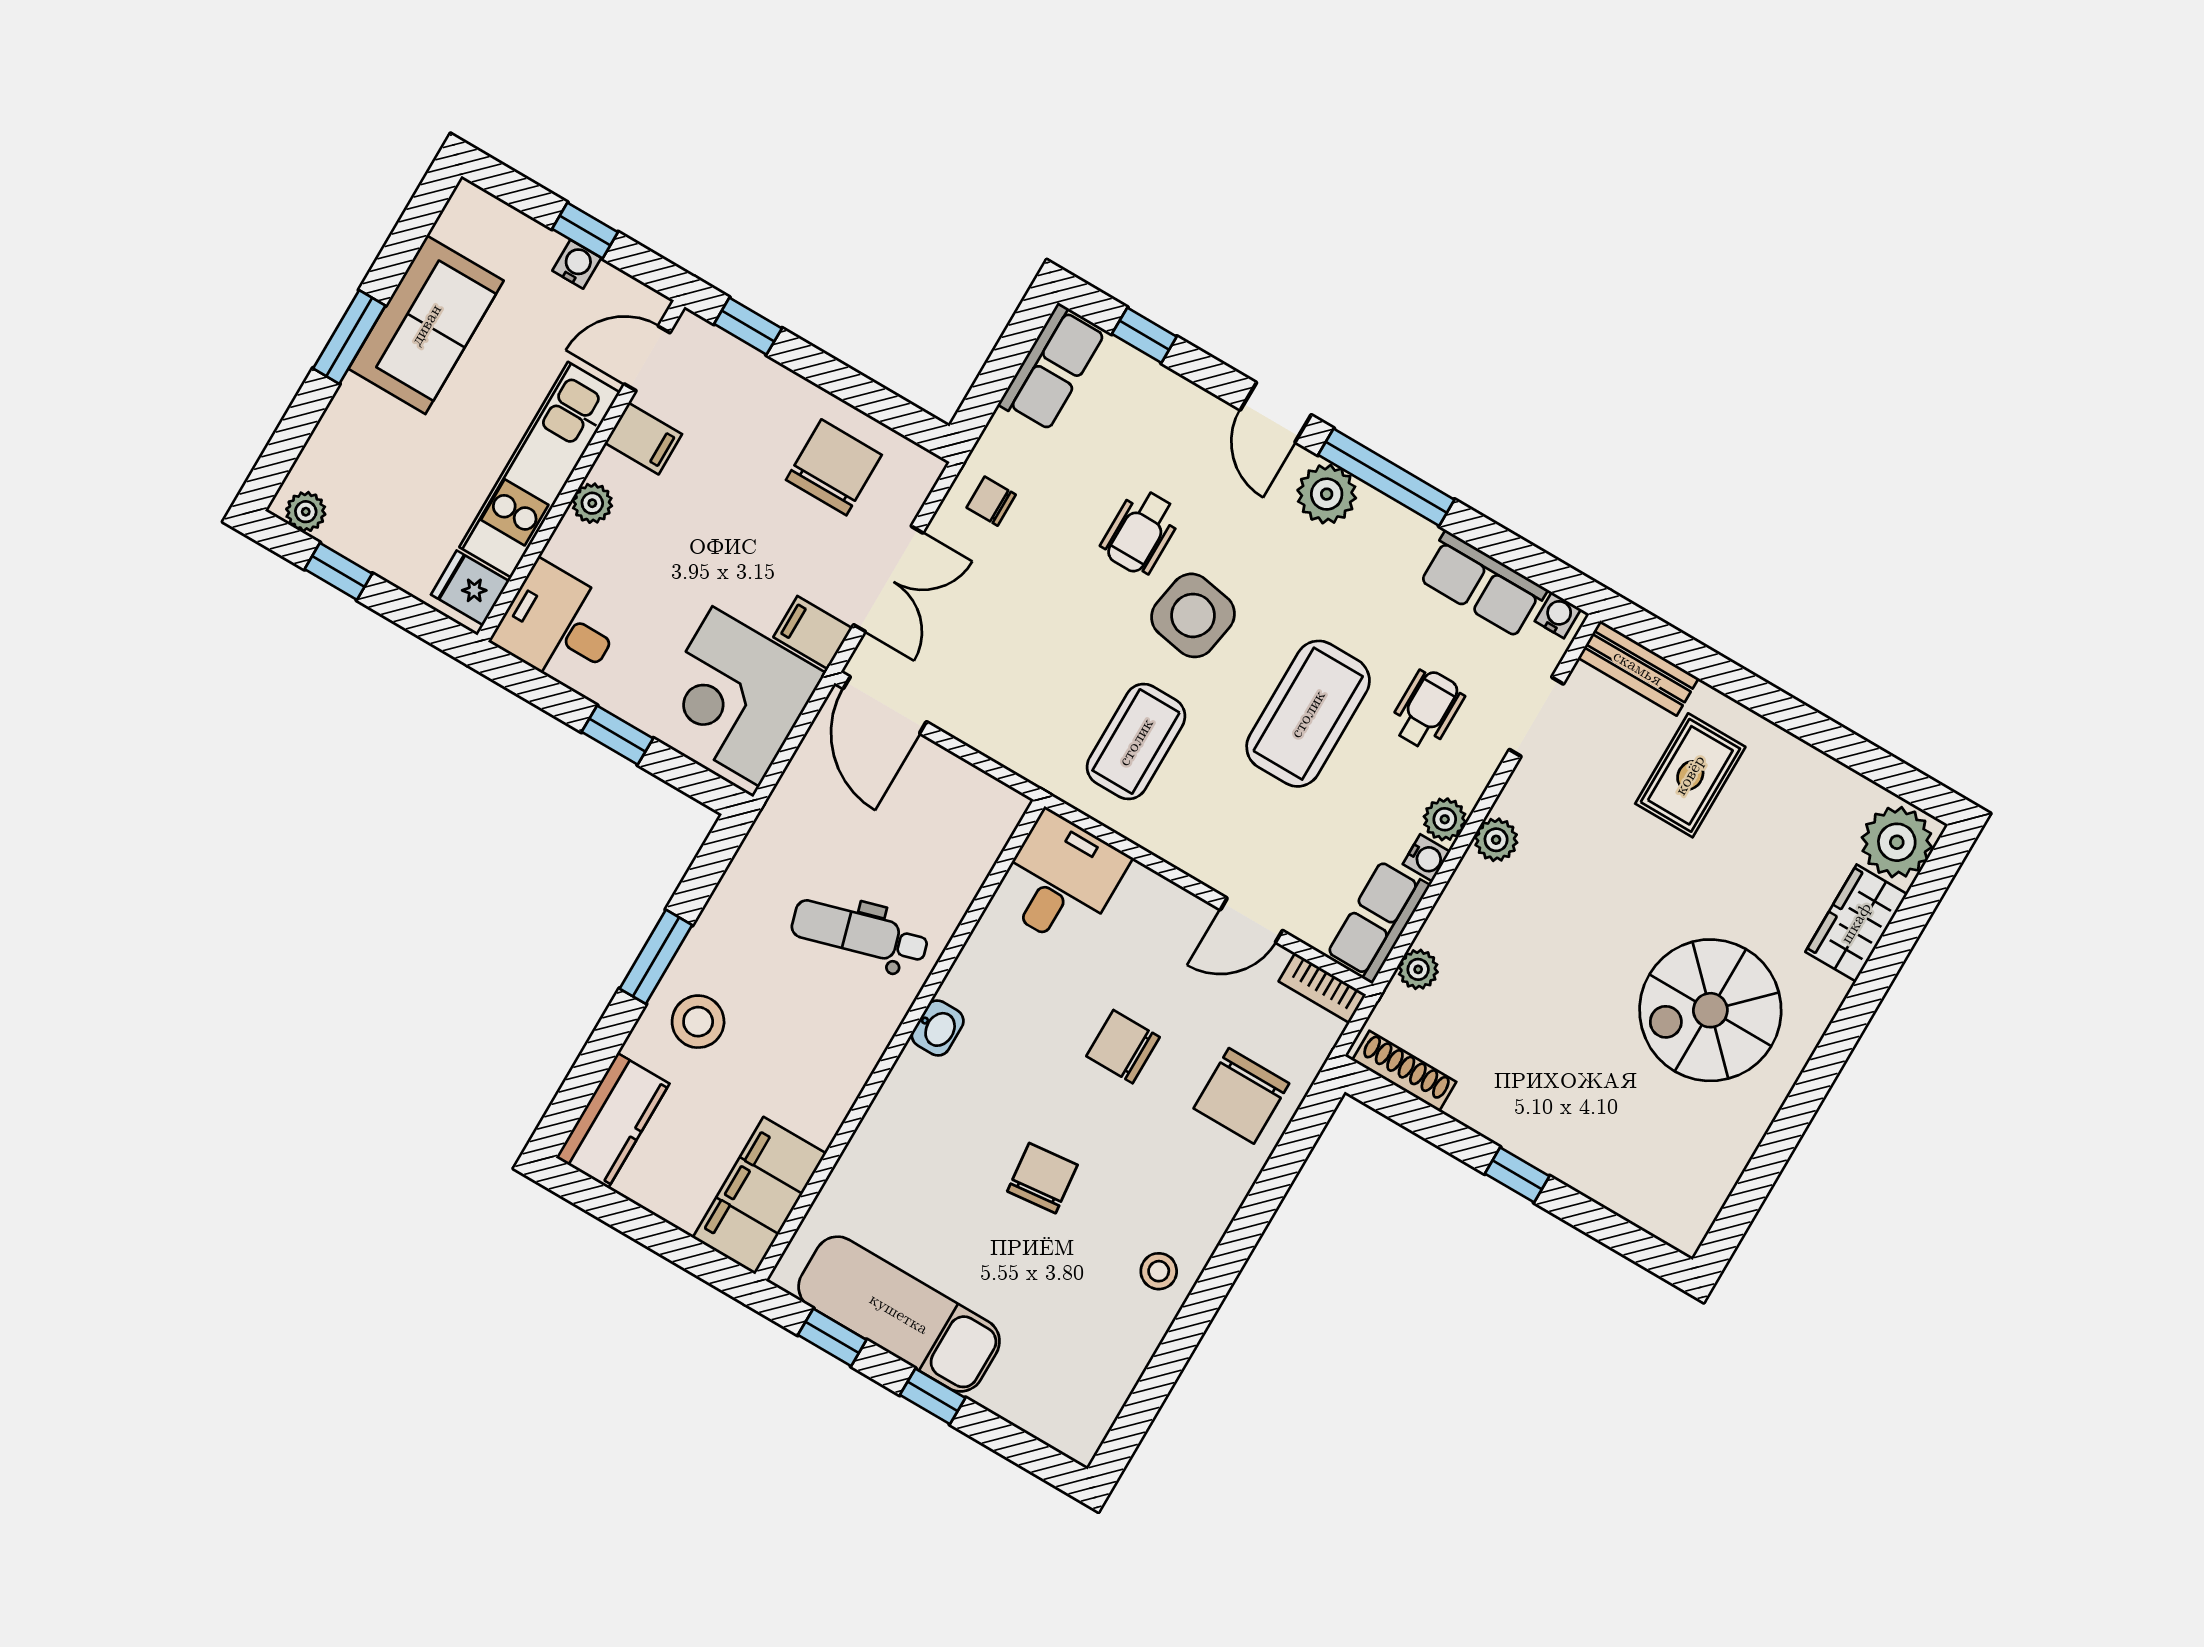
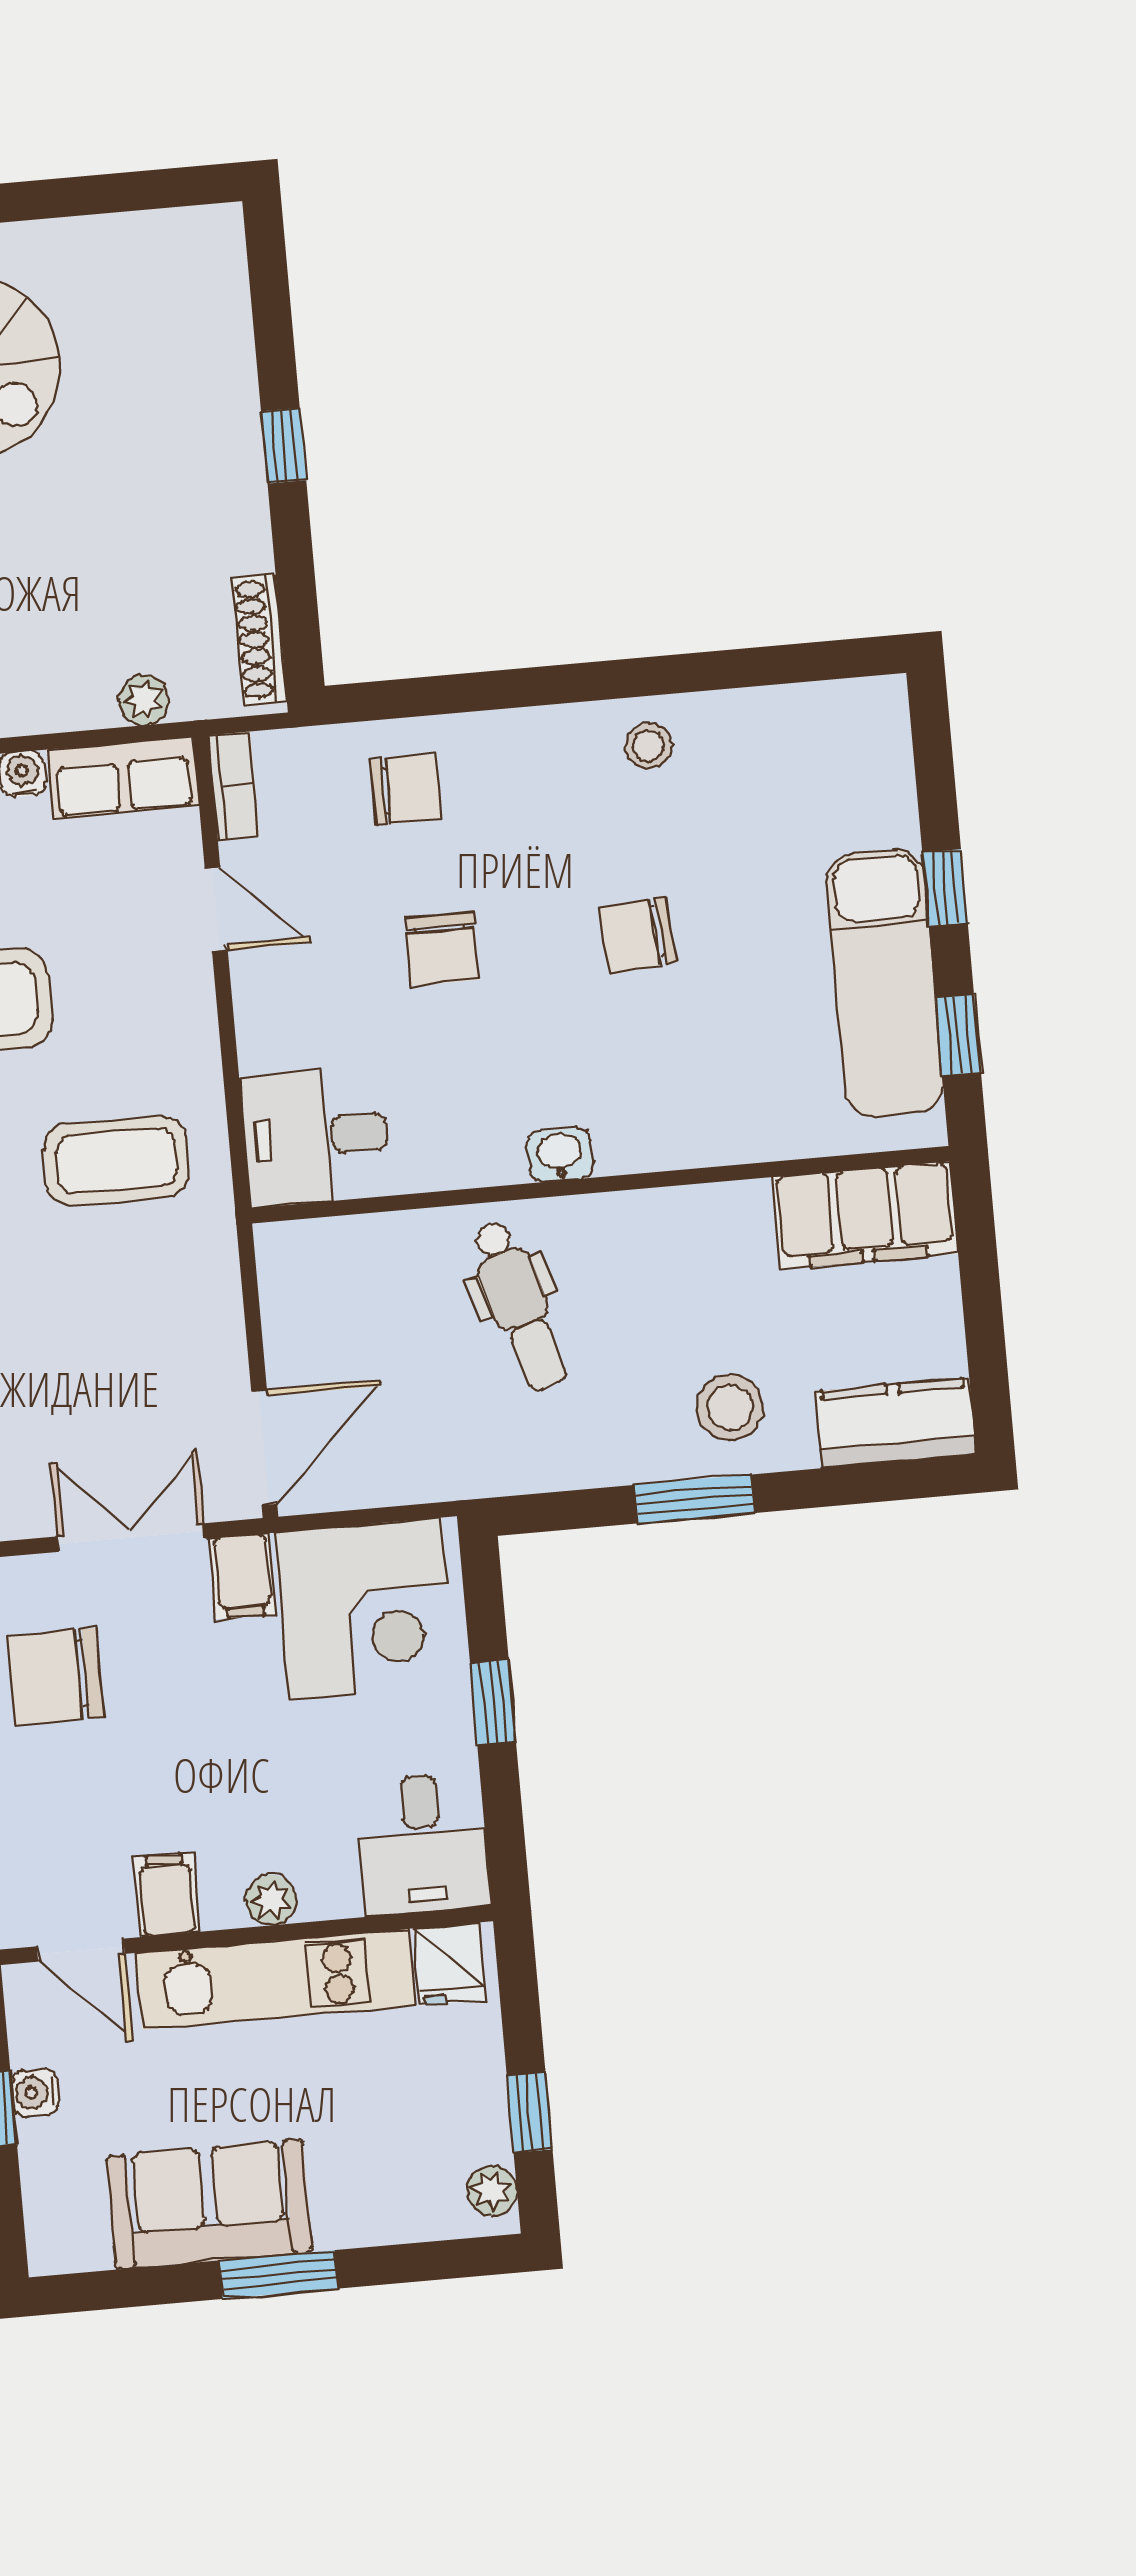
chair: (1241, 1096) -> (406, 790), width x0.73, depth x0.73

